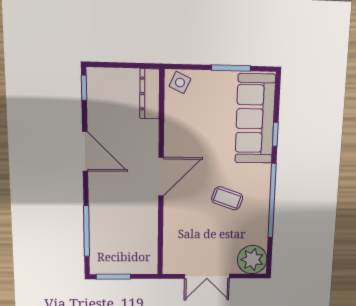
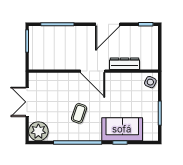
dresser: (150, 94) -> (124, 64), moved
sofa: (255, 119) -> (122, 129), width x0.73

